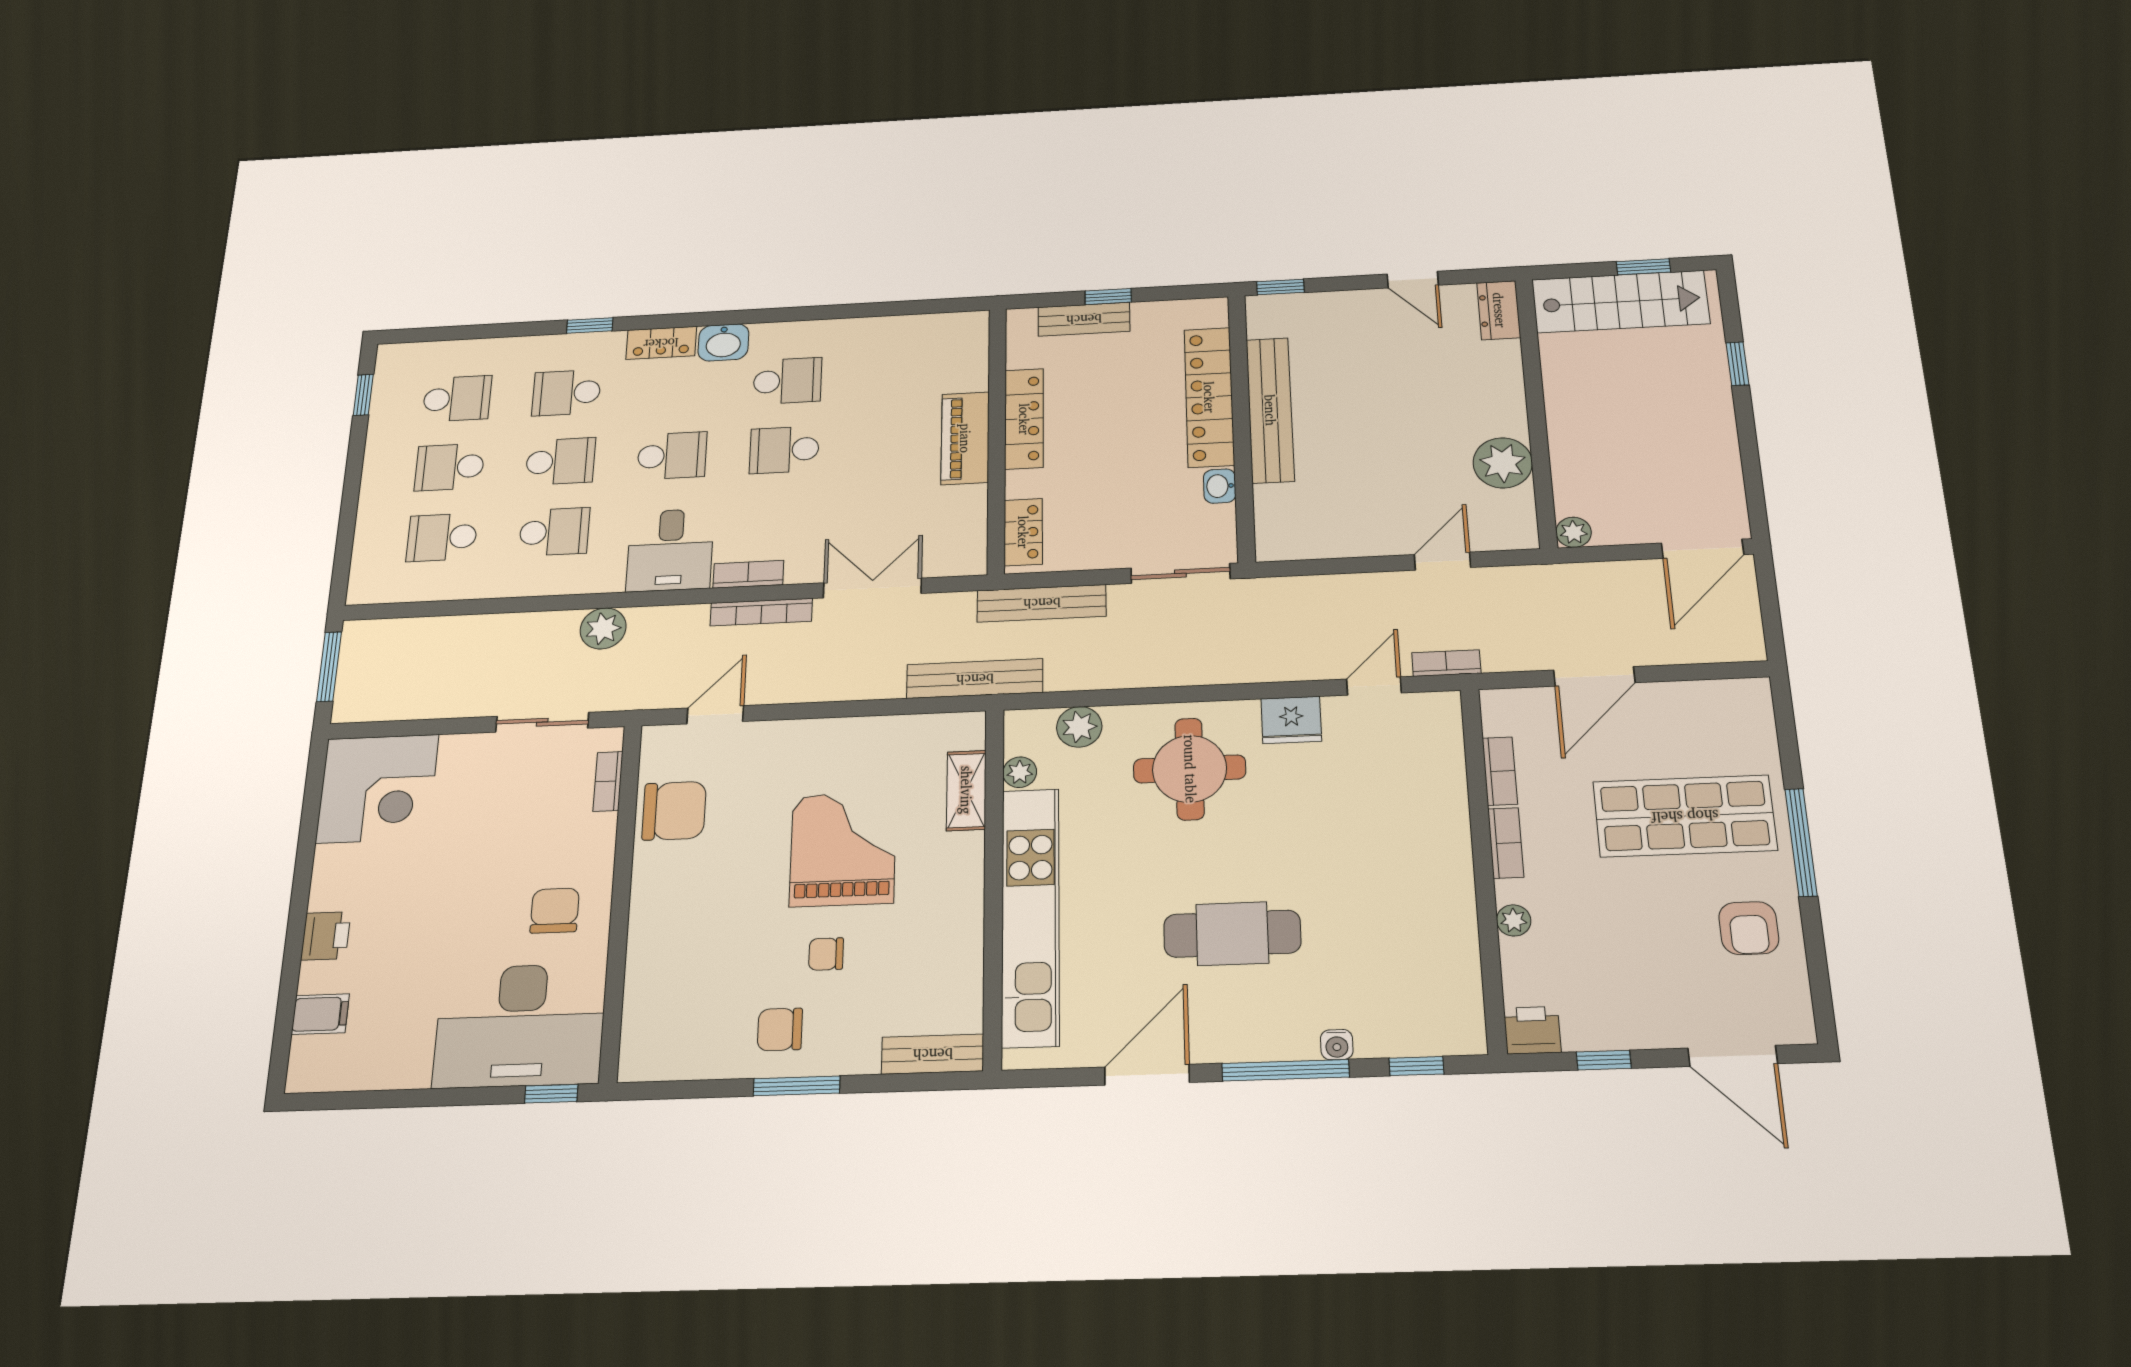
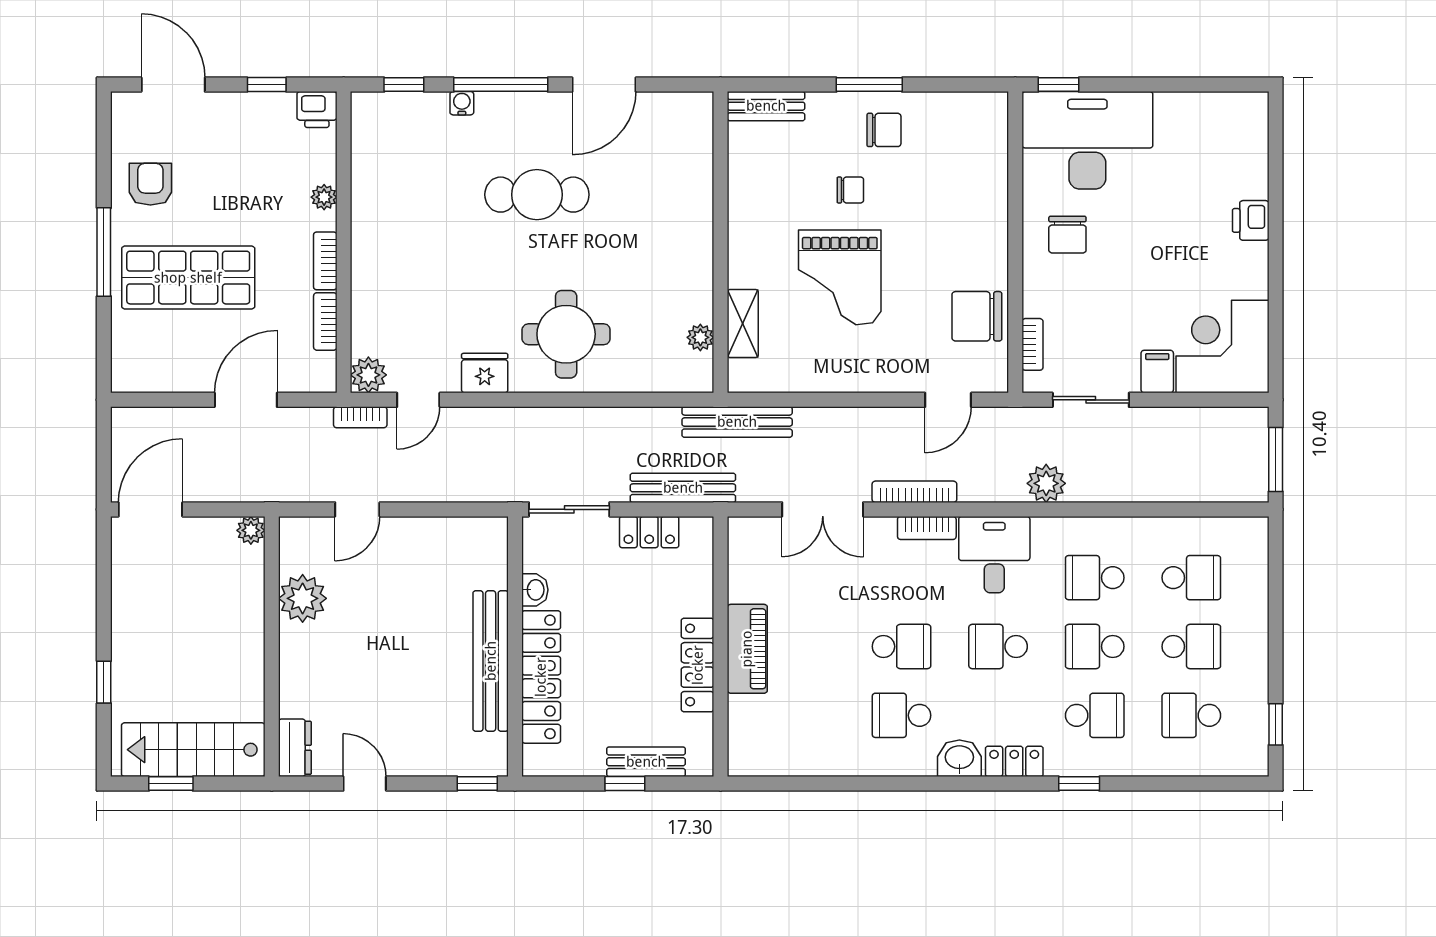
locker: (1023, 532) -> (649, 532), moved, turned -90
plant: (1079, 727) -> (368, 375), moved
kitchen unit: (1030, 916) -> (692, 215), removed
filing cabinet: (320, 1014) -> (1157, 372), moved, turned 90

